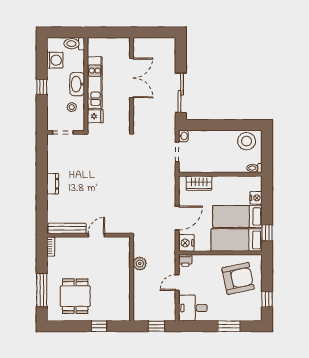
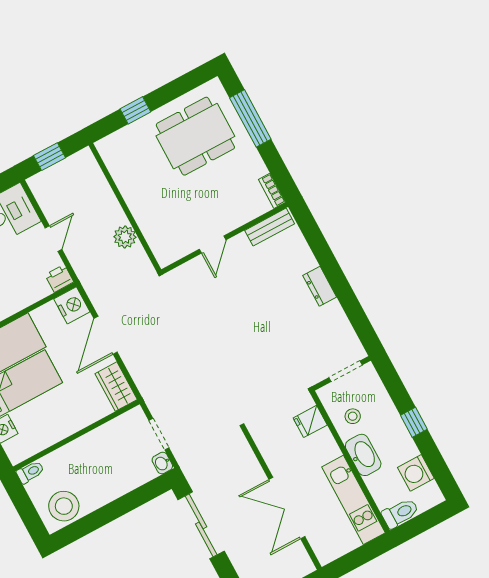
kitchen unit: (95, 83) -> (353, 500), moved
wardrobe: (199, 183) -> (116, 387), moved, turned -90
bench: (67, 228) -> (270, 227), width x0.73
dining table: (75, 296) -> (195, 136), width x1.38

